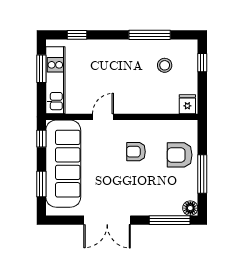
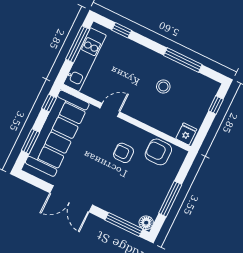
stool: (165, 65) -> (163, 87), moved
window: (41, 69) -> (78, 44), width x1.44
armchair: (180, 155) -> (158, 152), moved

